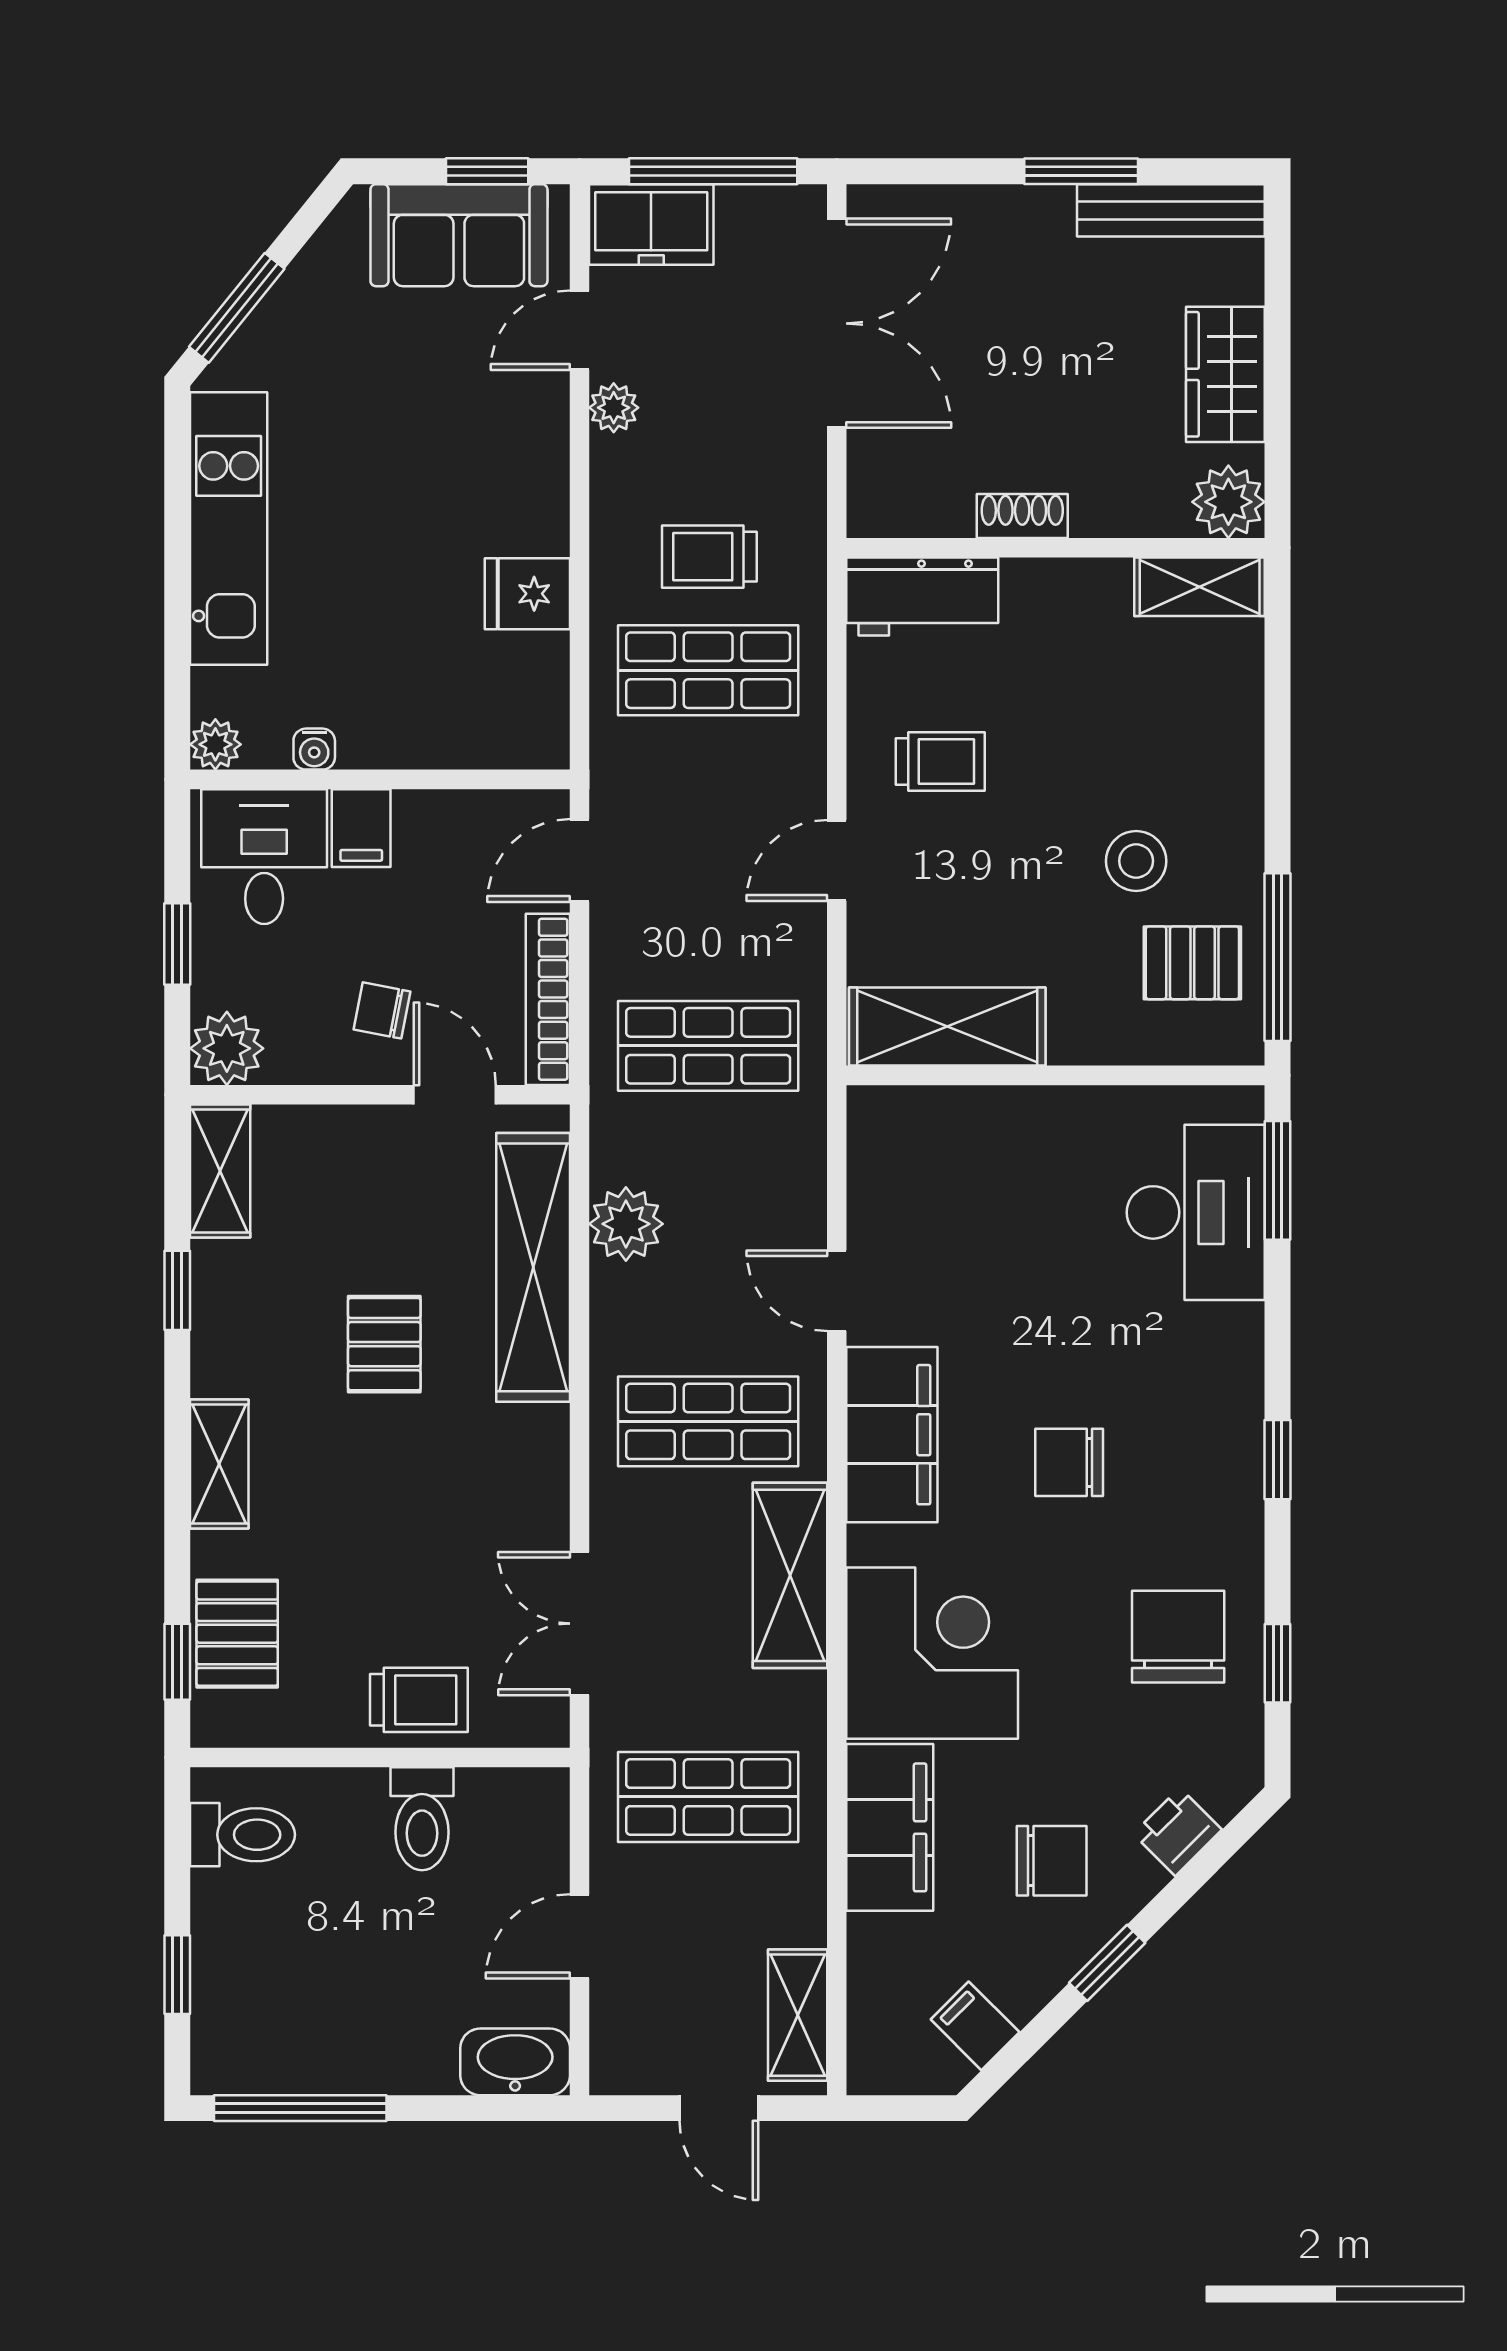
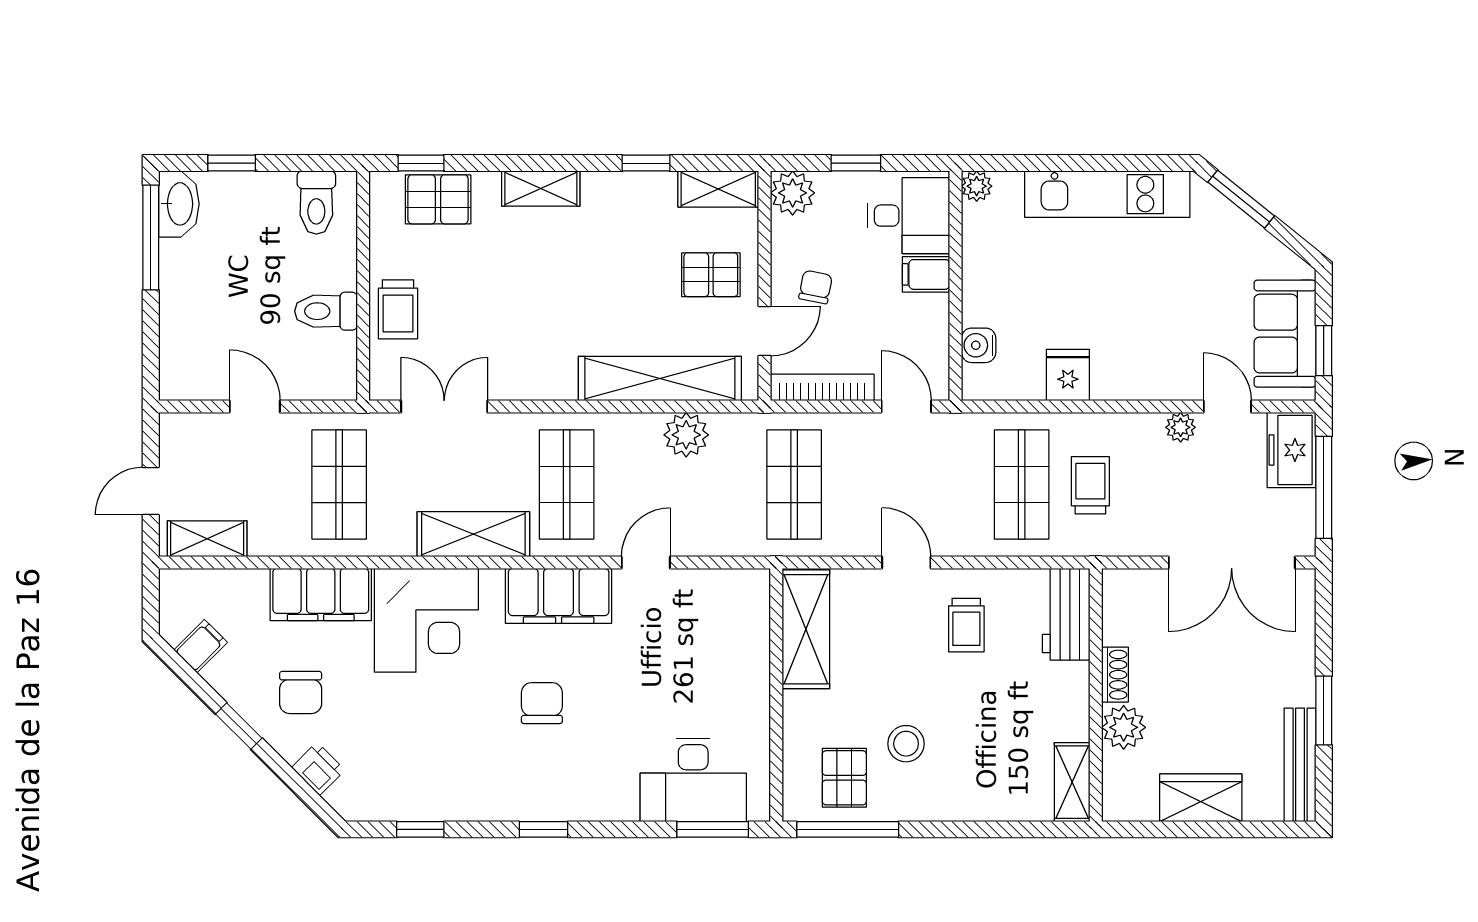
plant: (1228, 502) -> (1124, 727), moved
water cooler: (314, 749) -> (979, 345), moved, width x1.38, depth x1.38
pallet: (384, 1344) -> (711, 275), moved
chair: (1178, 1637) -> (436, 769), removed
washbasin: (515, 2062) -> (179, 204), moved

